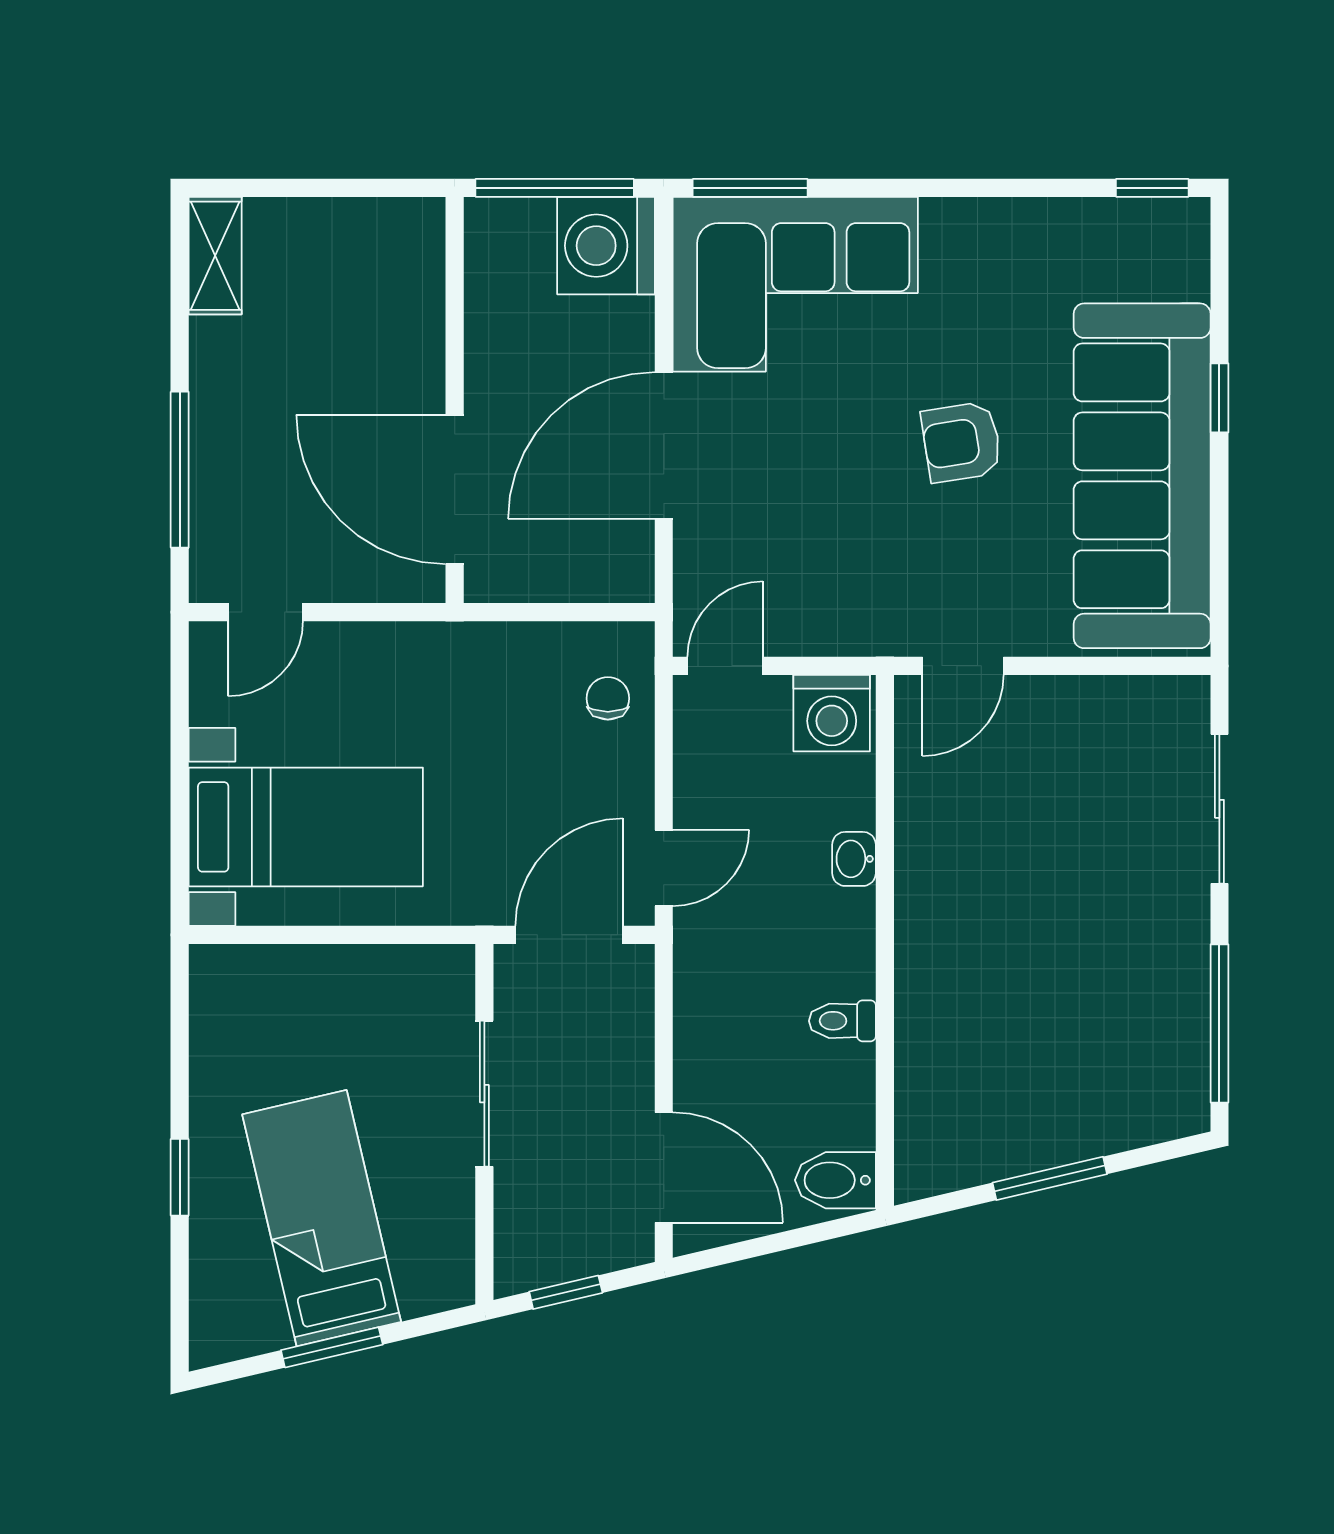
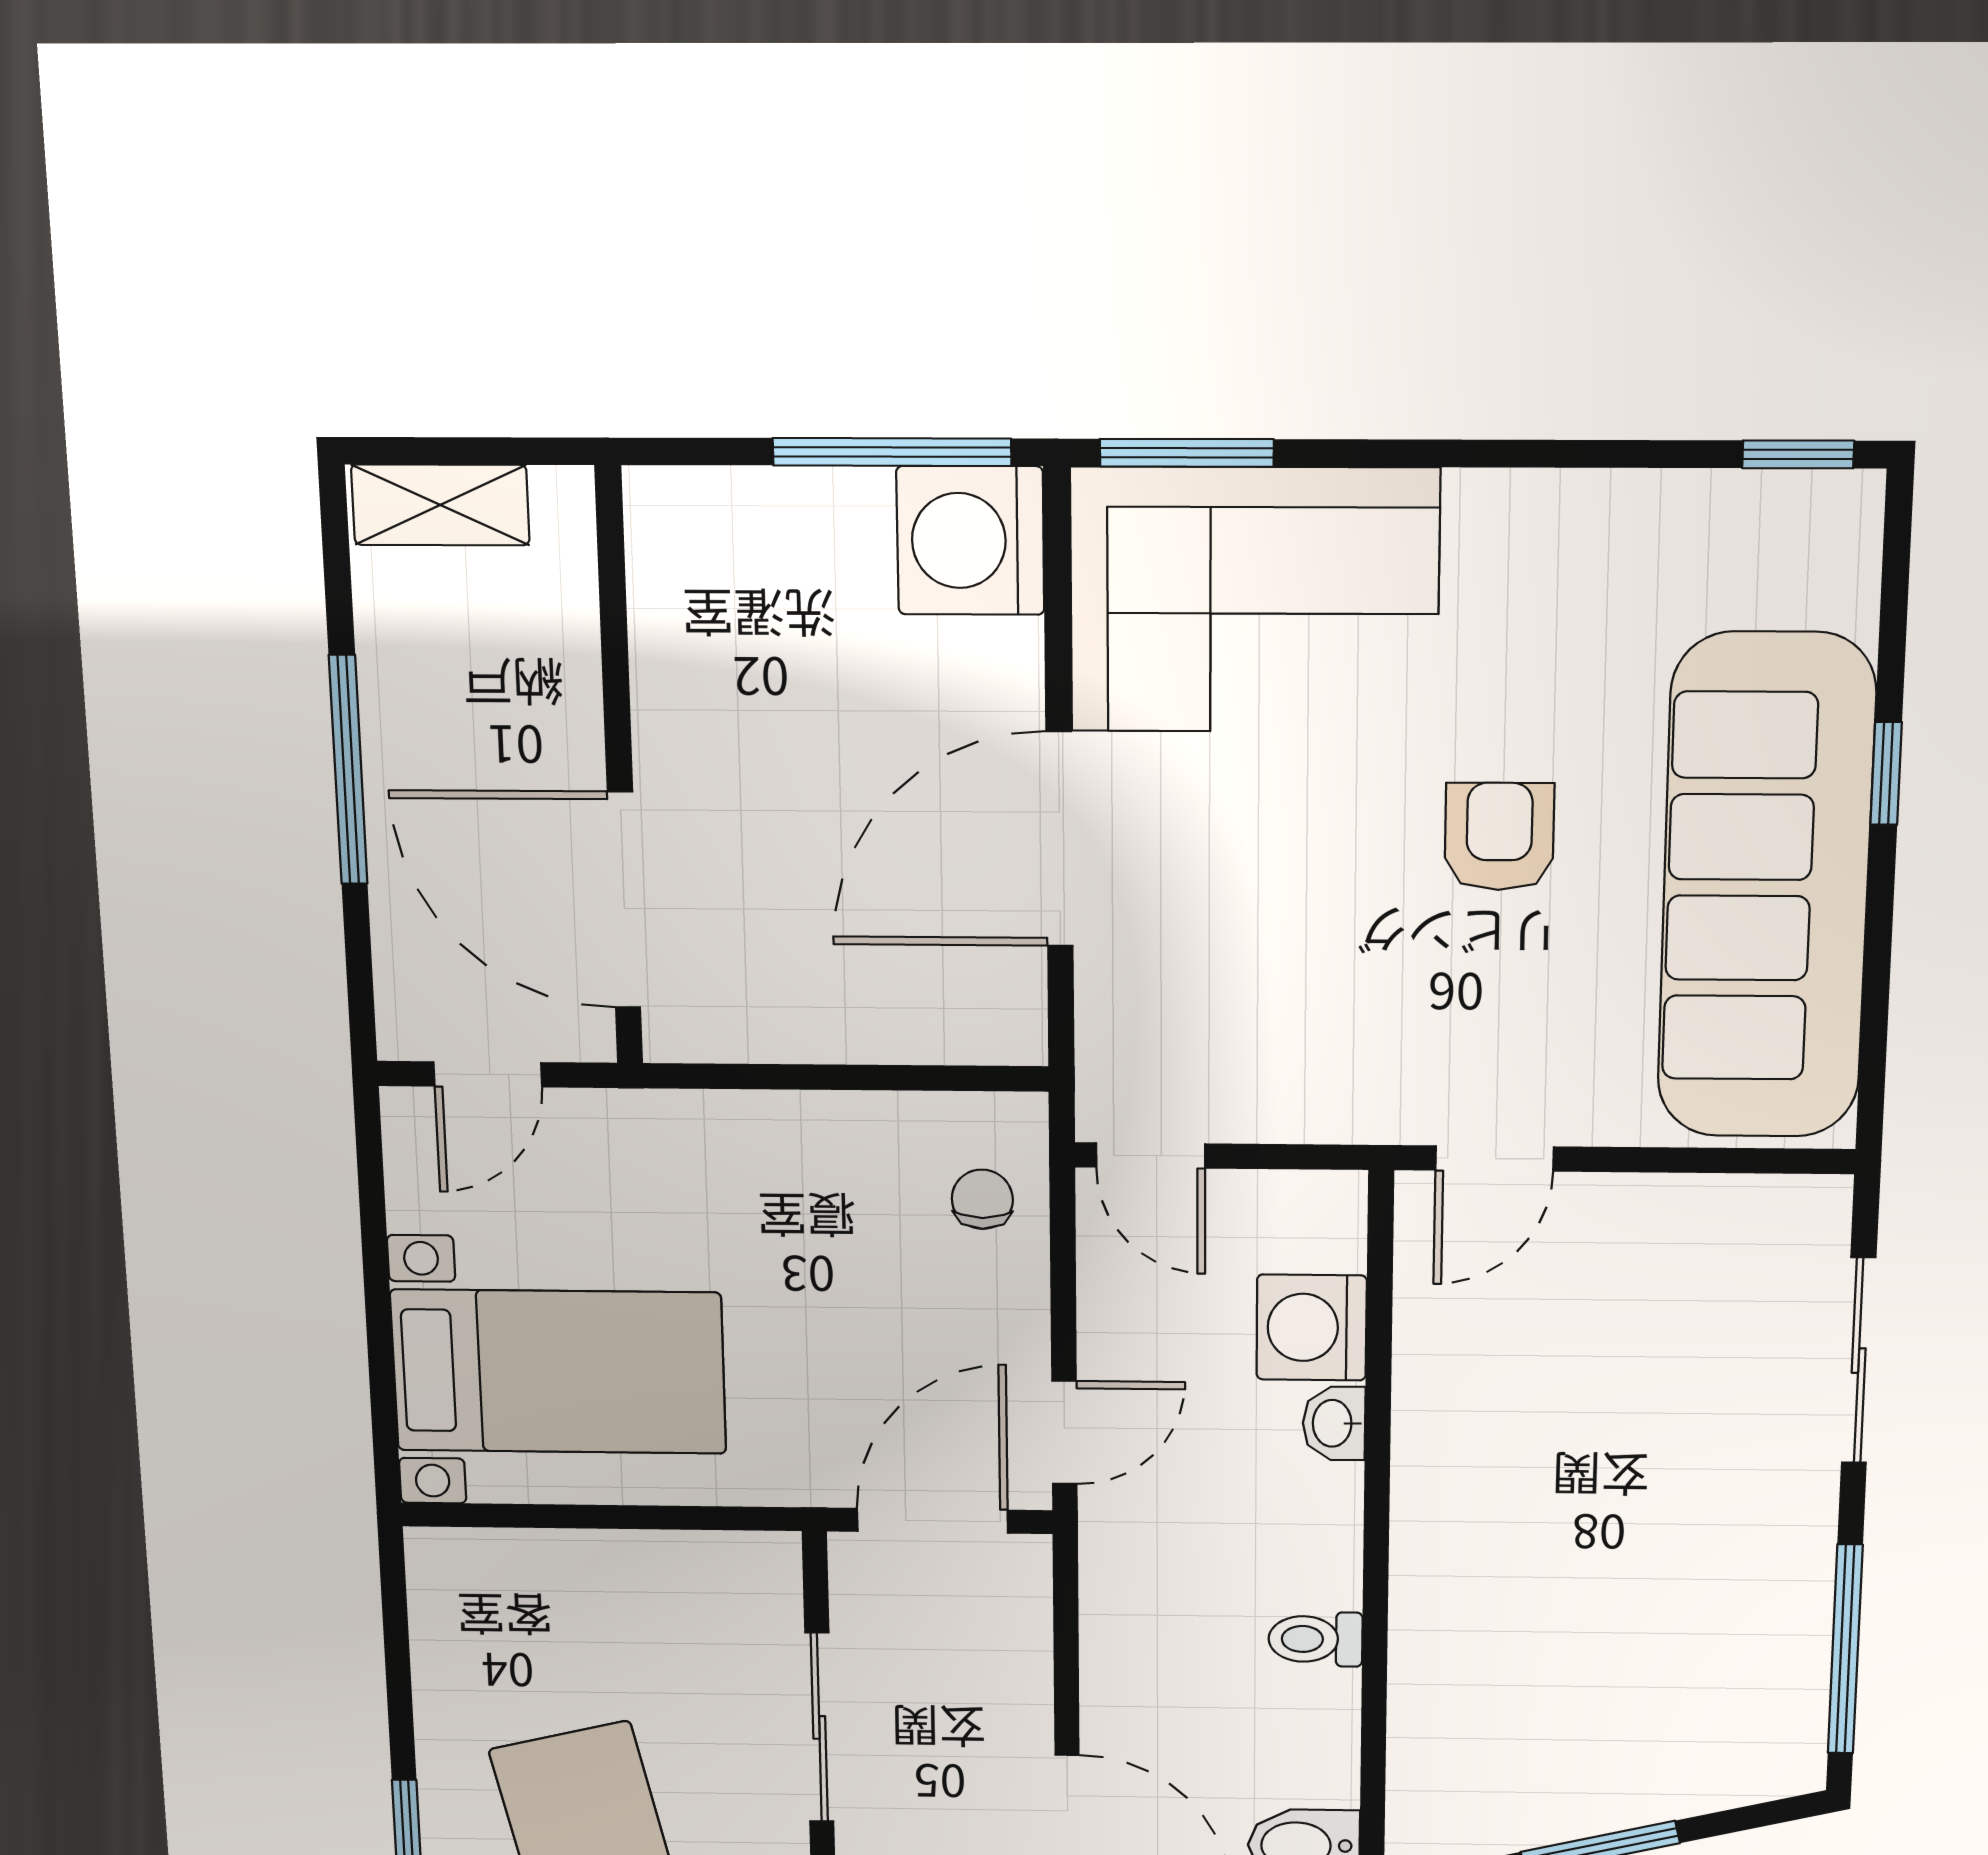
shelving: (215, 256) -> (440, 505), moved, turned 90
wall: (455, 400) -> (619, 770), moved
armchair: (961, 442) -> (1499, 837), turned 99
window: (180, 470) -> (348, 770), moved
door: (455, 489) -> (624, 900), moved
door: (725, 666) -> (1151, 1156), swing flipped
washing machine: (832, 713) -> (1312, 1327), moved, turned 90

